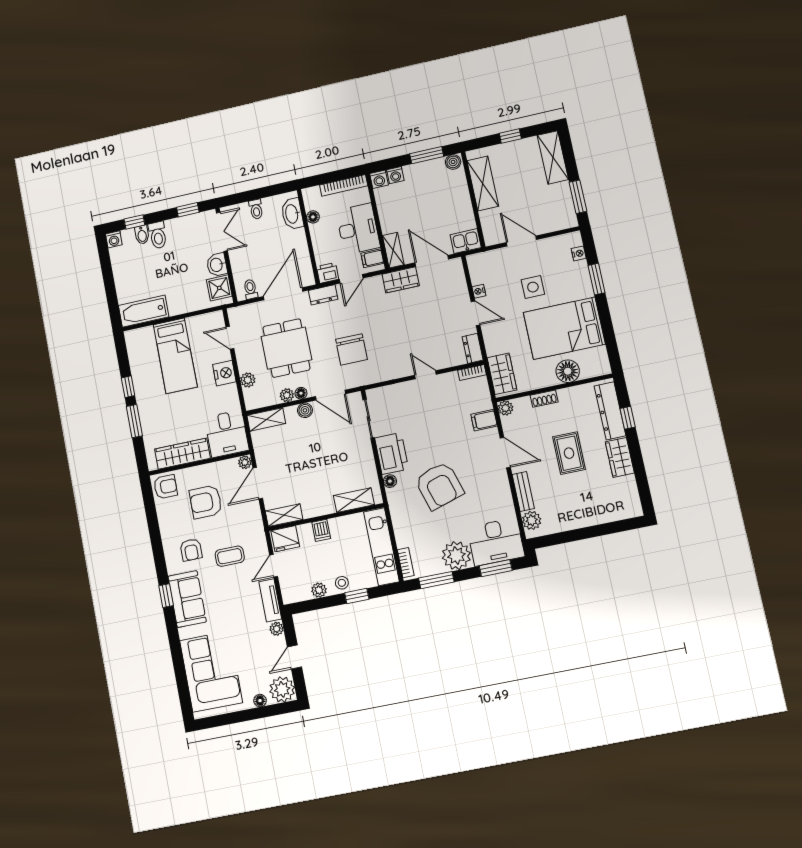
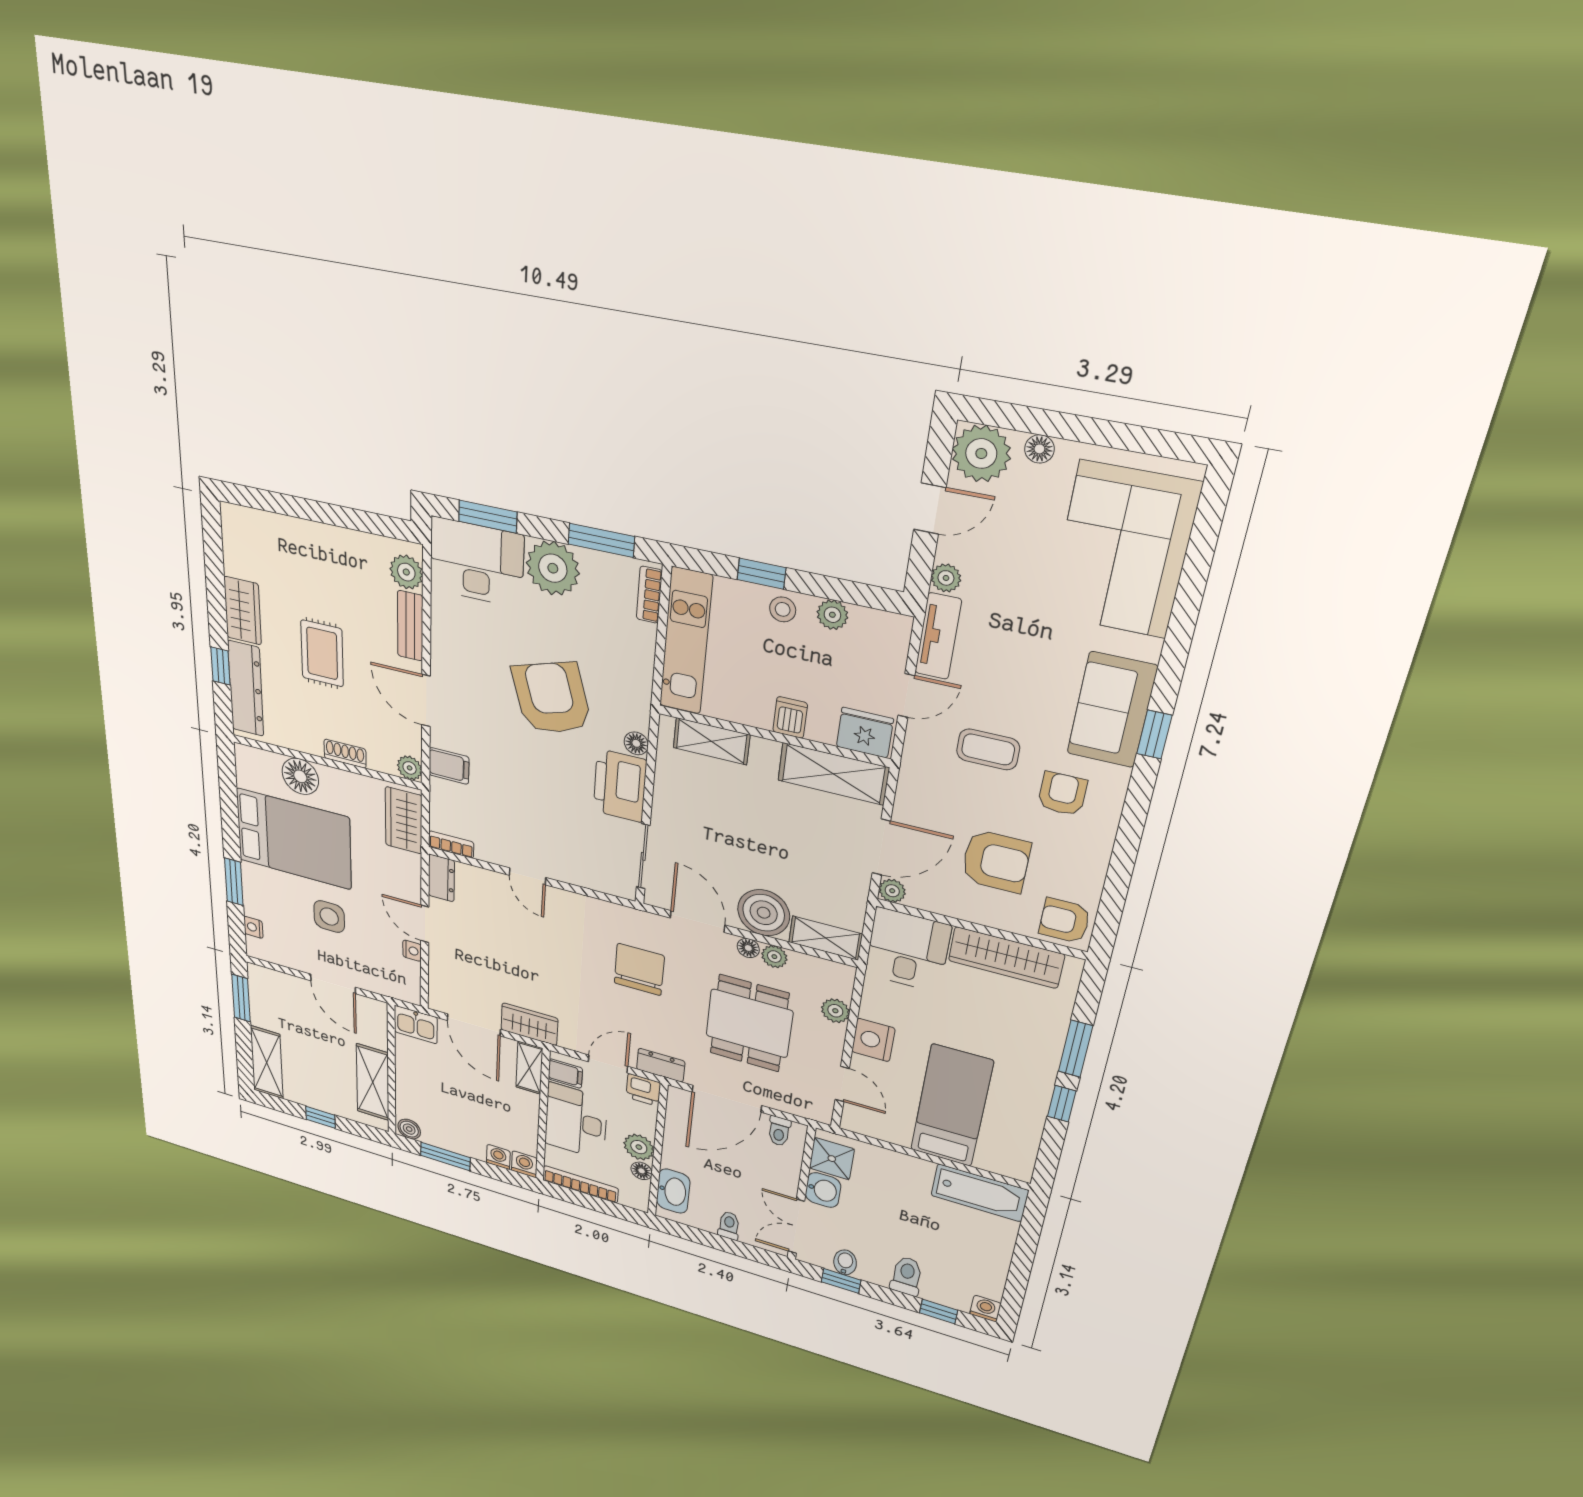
plant: (319, 233) -> (639, 1147), added
bidet: (142, 235) -> (845, 1262), moved
boiler: (305, 410) -> (764, 913), width x1.86, depth x1.86
shelving: (284, 515) -> (833, 774), width x1.50, depth x1.33

